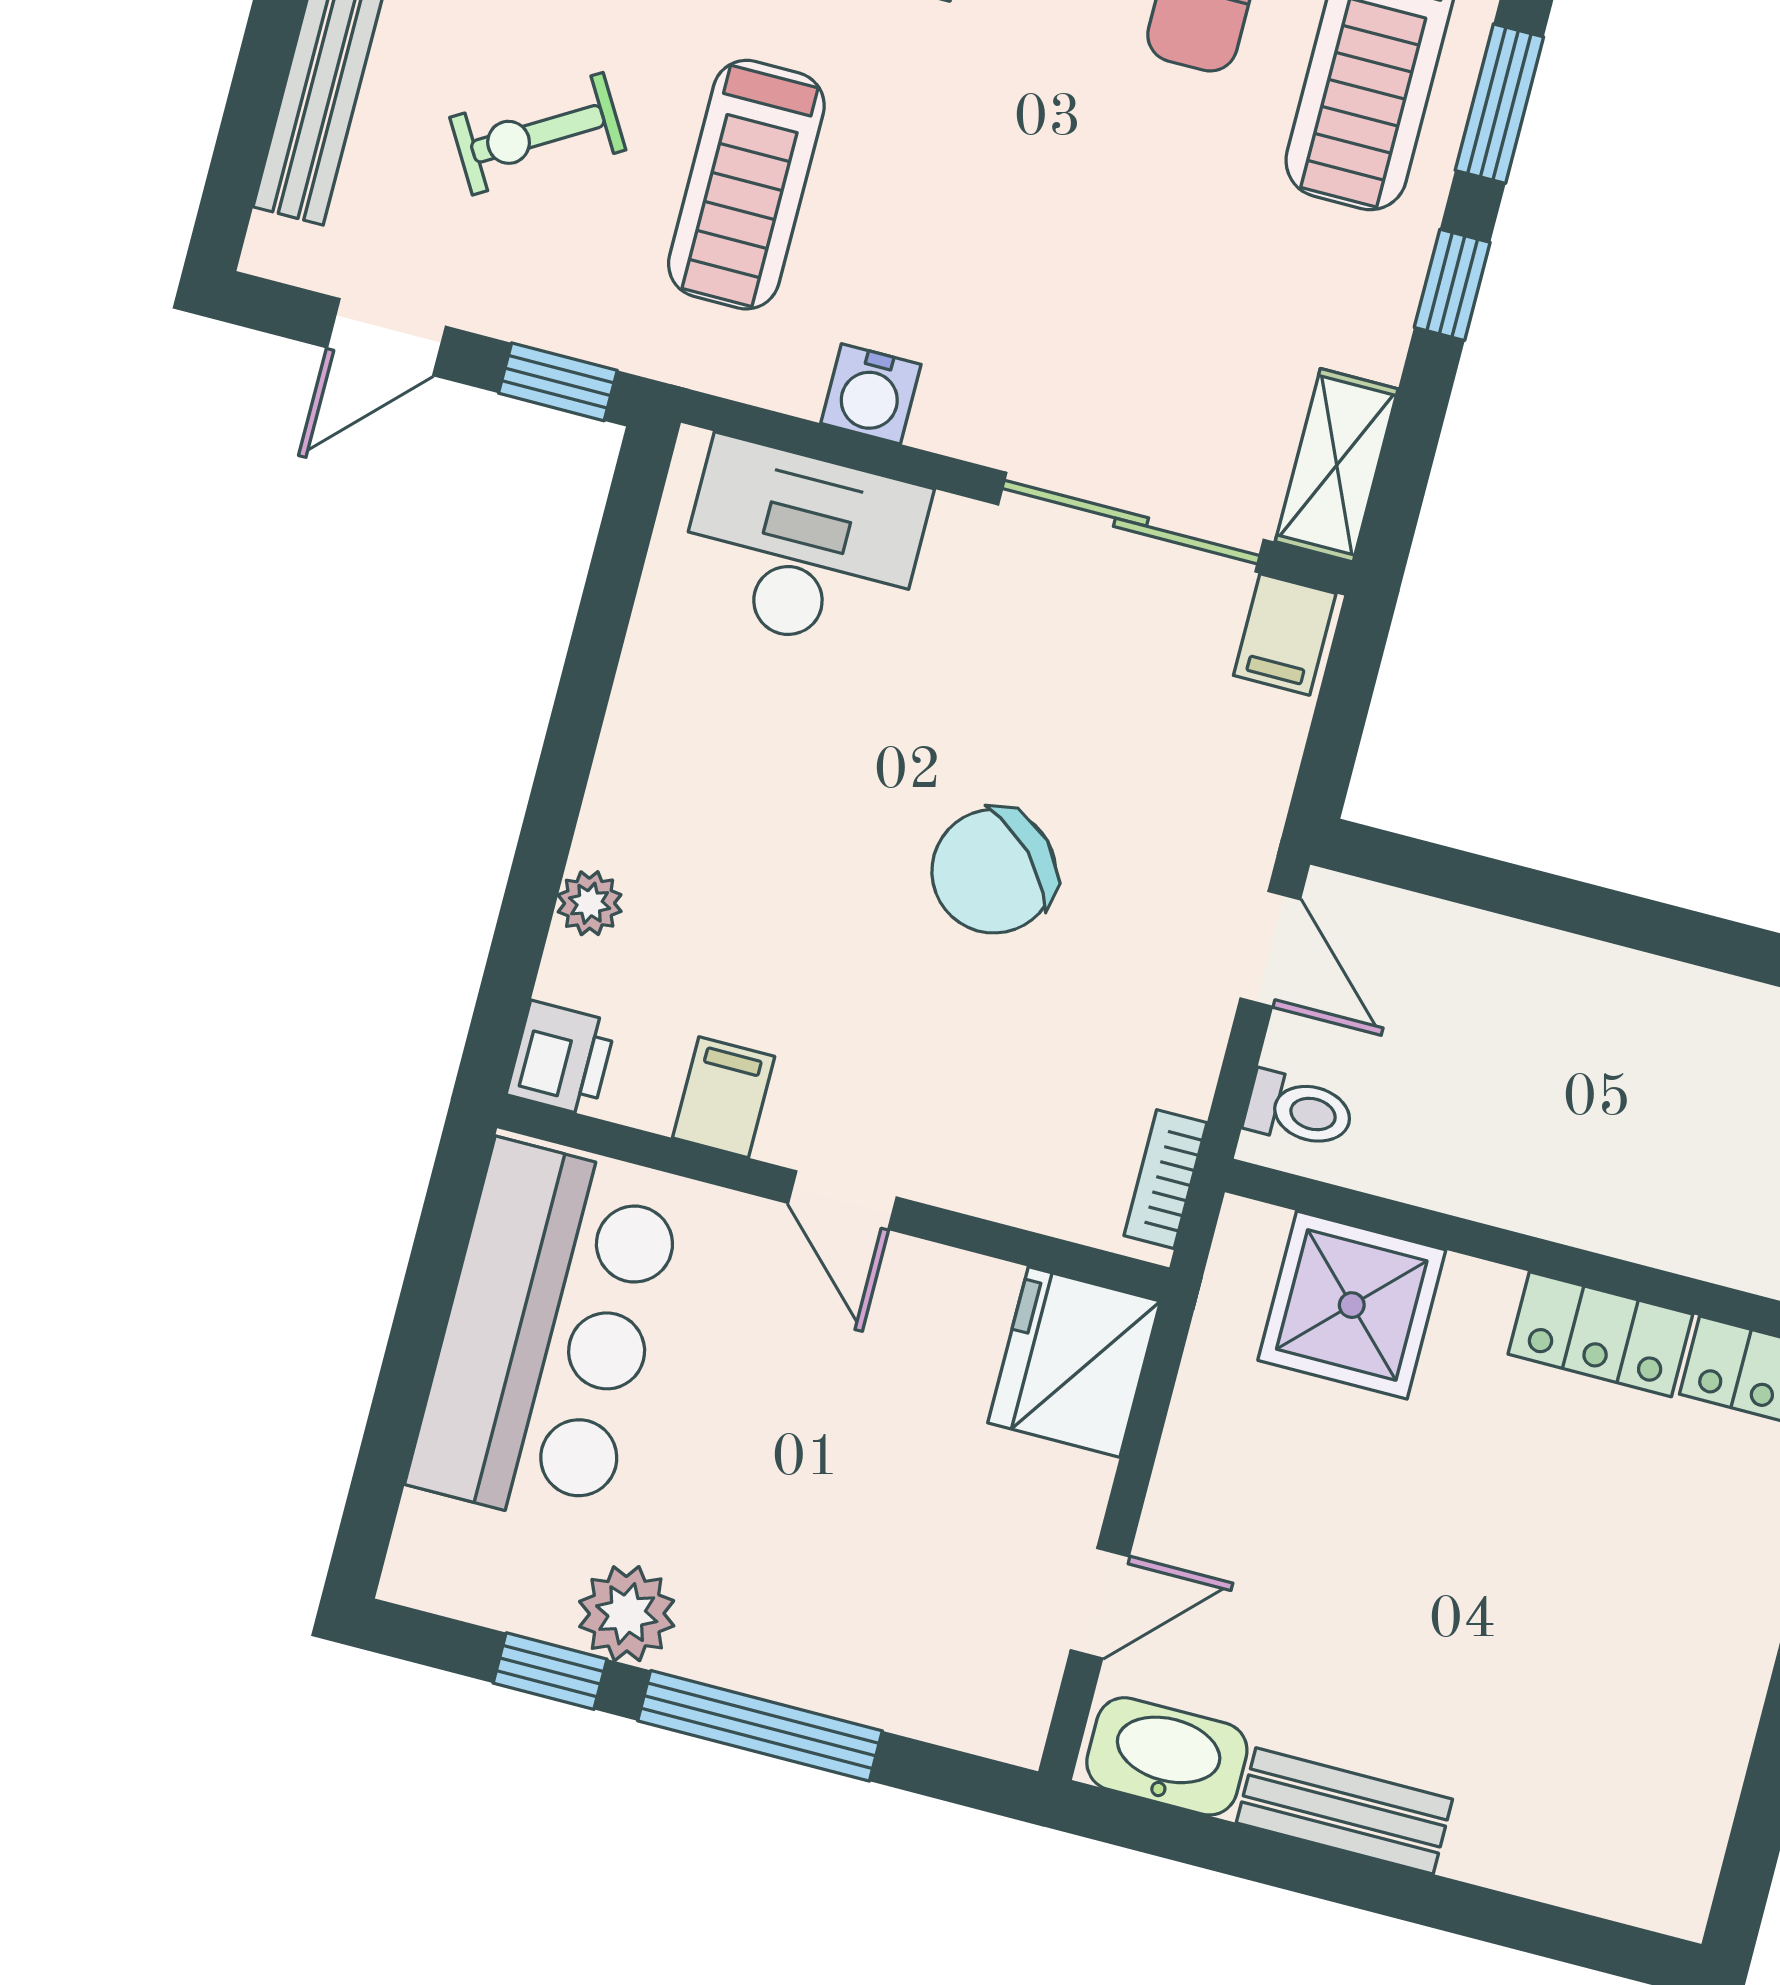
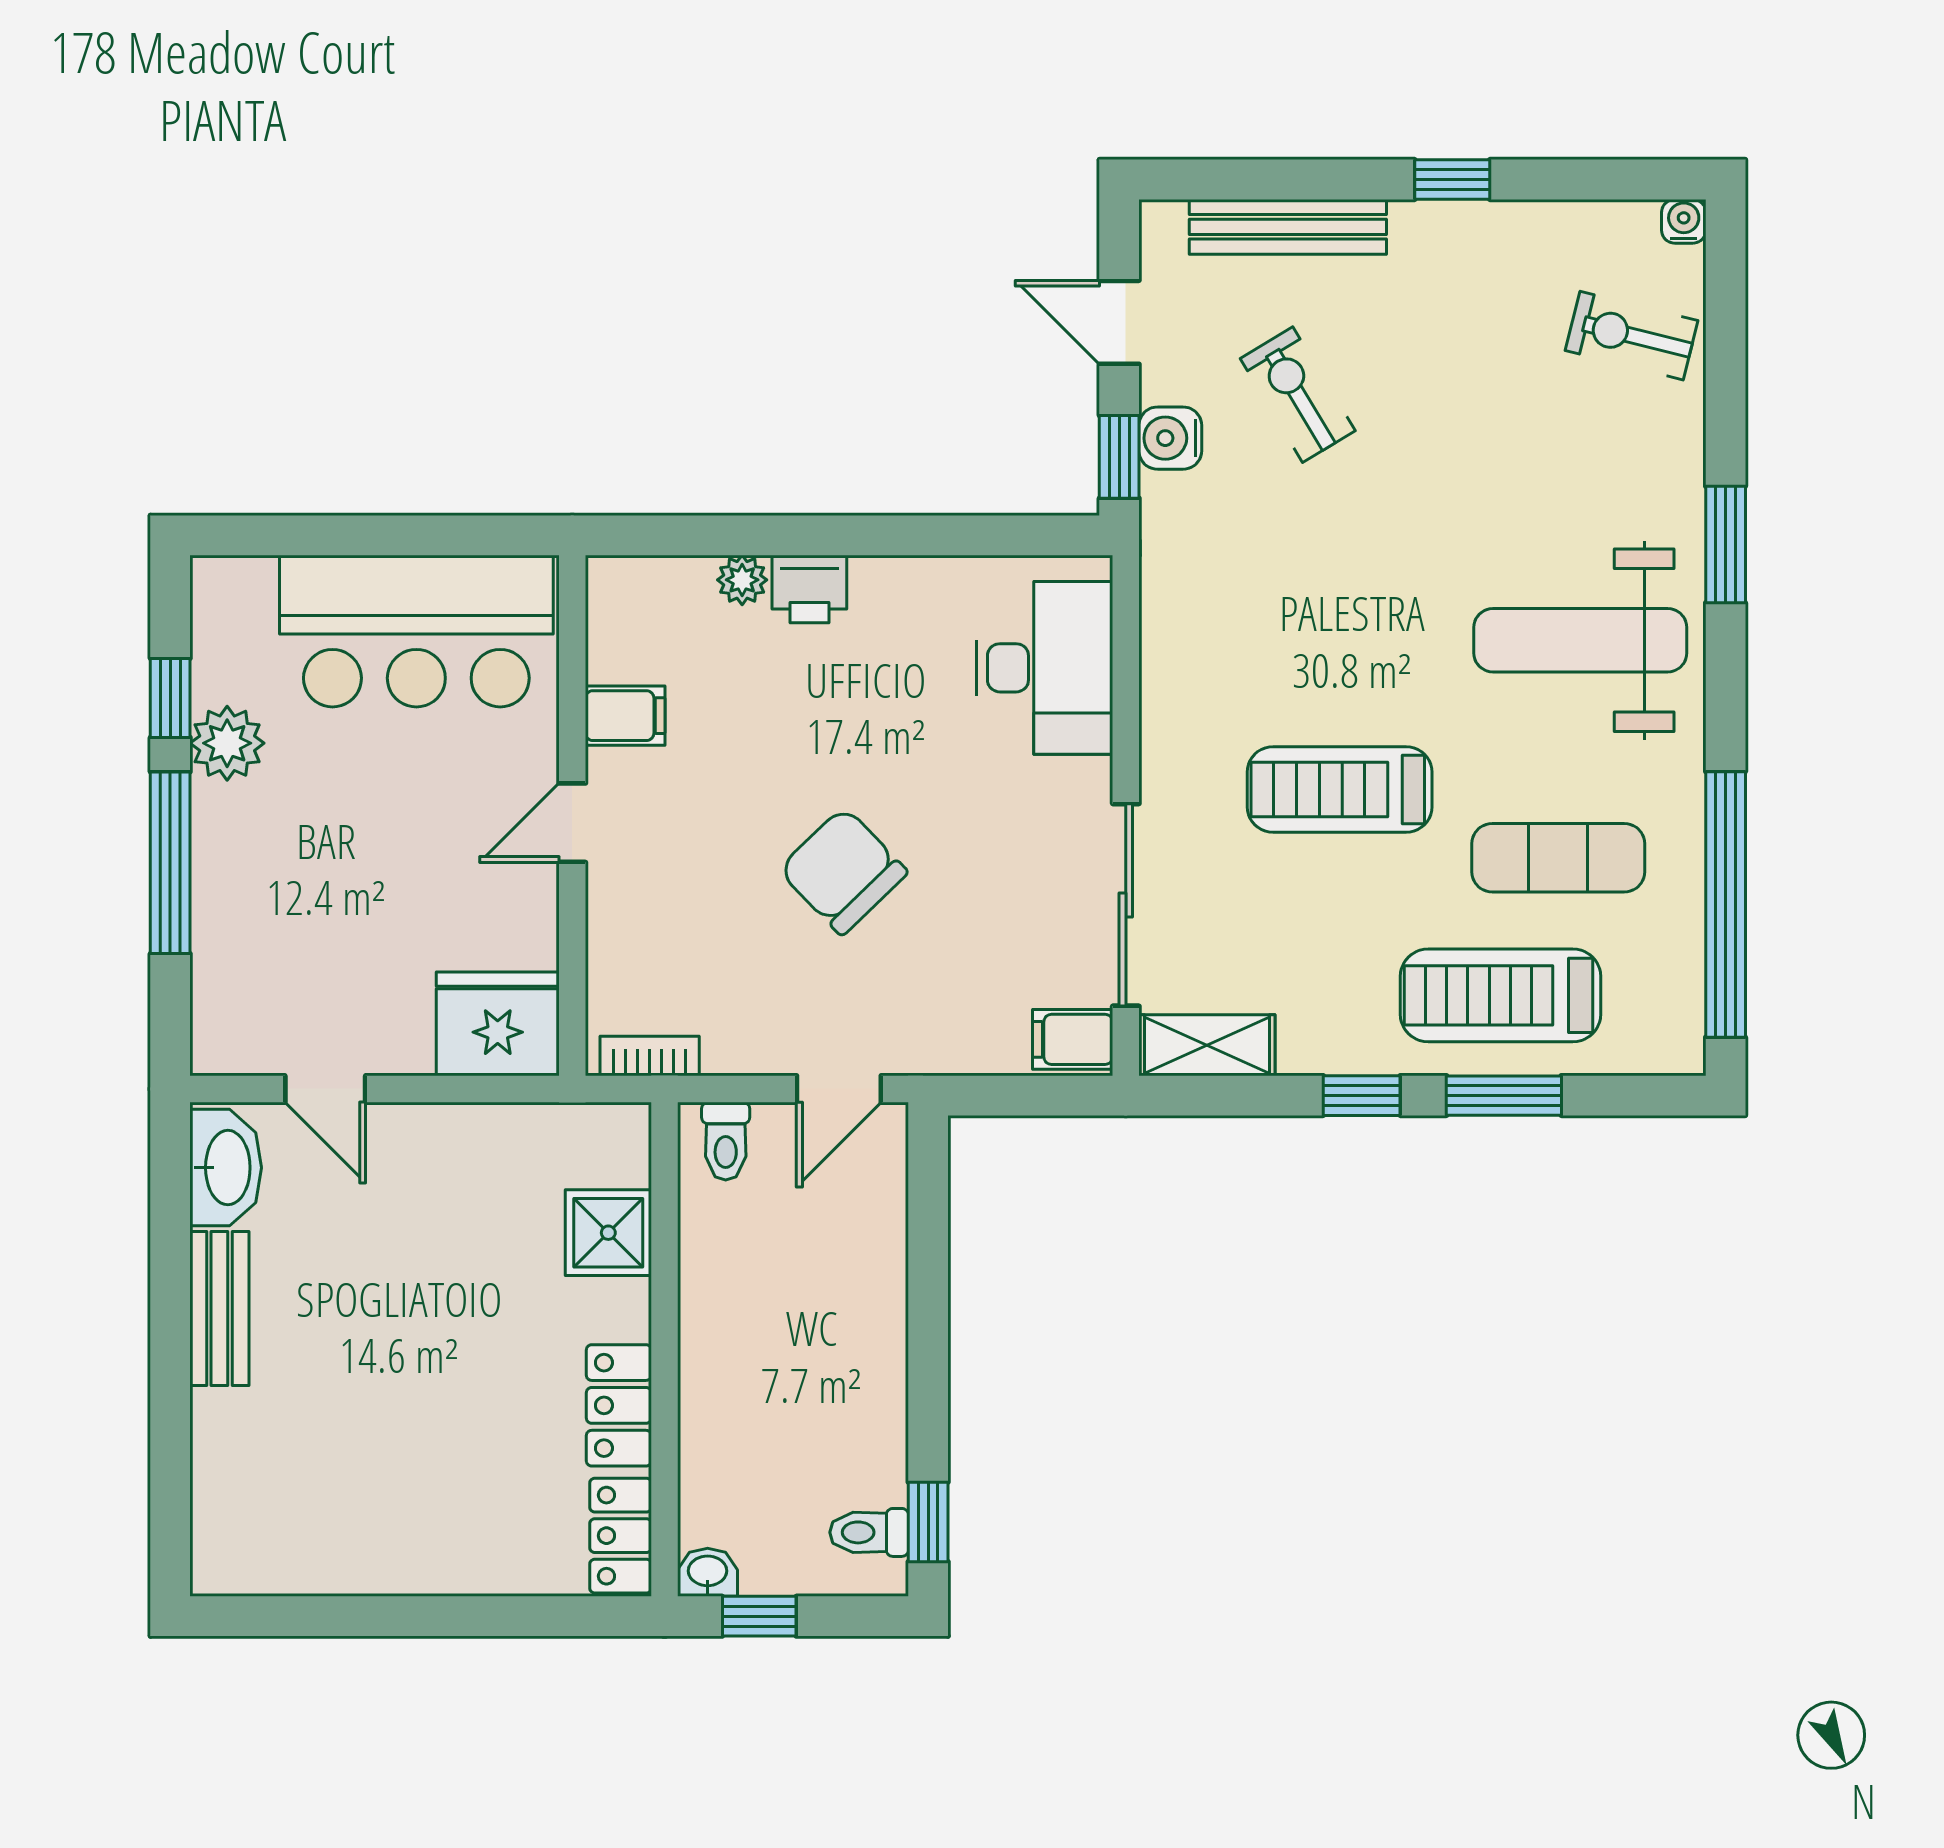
treadmill: (746, 185) -> (1340, 789), moved
water cooler: (871, 394) -> (1170, 438), moved
printer: (561, 1058) -> (809, 589), moved
shower: (1352, 1305) -> (608, 1233), width x0.73, depth x0.73

